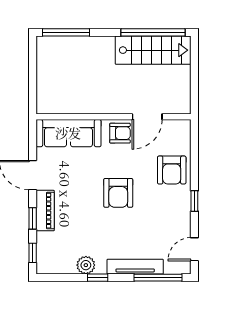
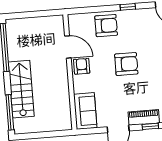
stairs: (153, 50) -> (21, 89), moved
sofa: (68, 133) -> (85, 111), width x0.73

